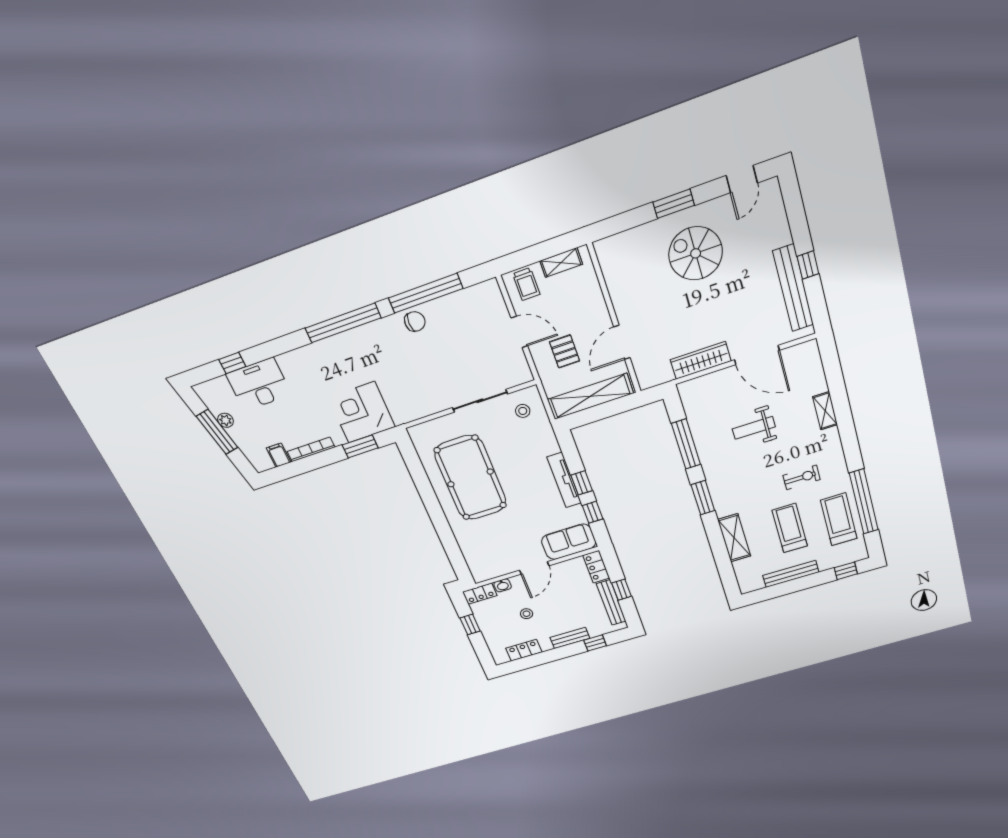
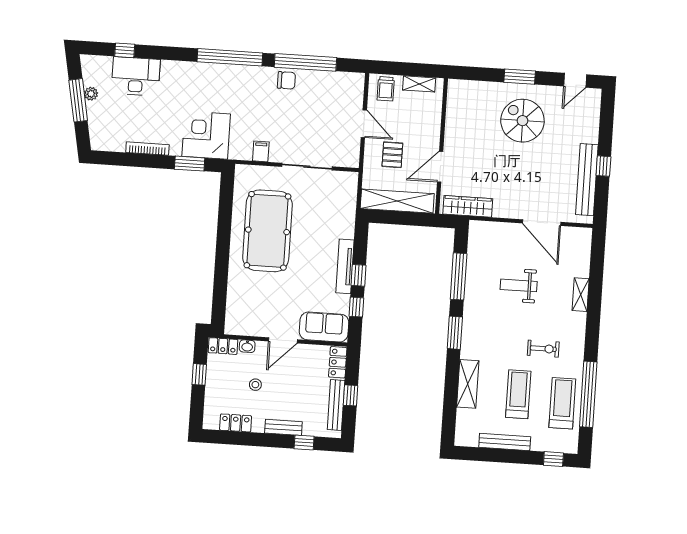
wardrobe: (701, 360) -> (468, 206), moved
stool: (523, 411) -> (338, 190), removed
filing cabinet: (279, 455) -> (261, 151), moved

